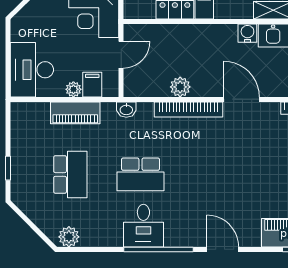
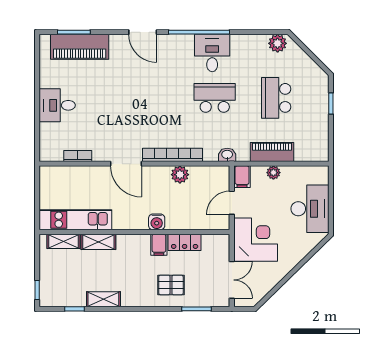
water cooler: (247, 33) -> (157, 222), moved
desk: (32, 70) -> (310, 209), moved
filing cabinet: (92, 85) -> (242, 177), moved

